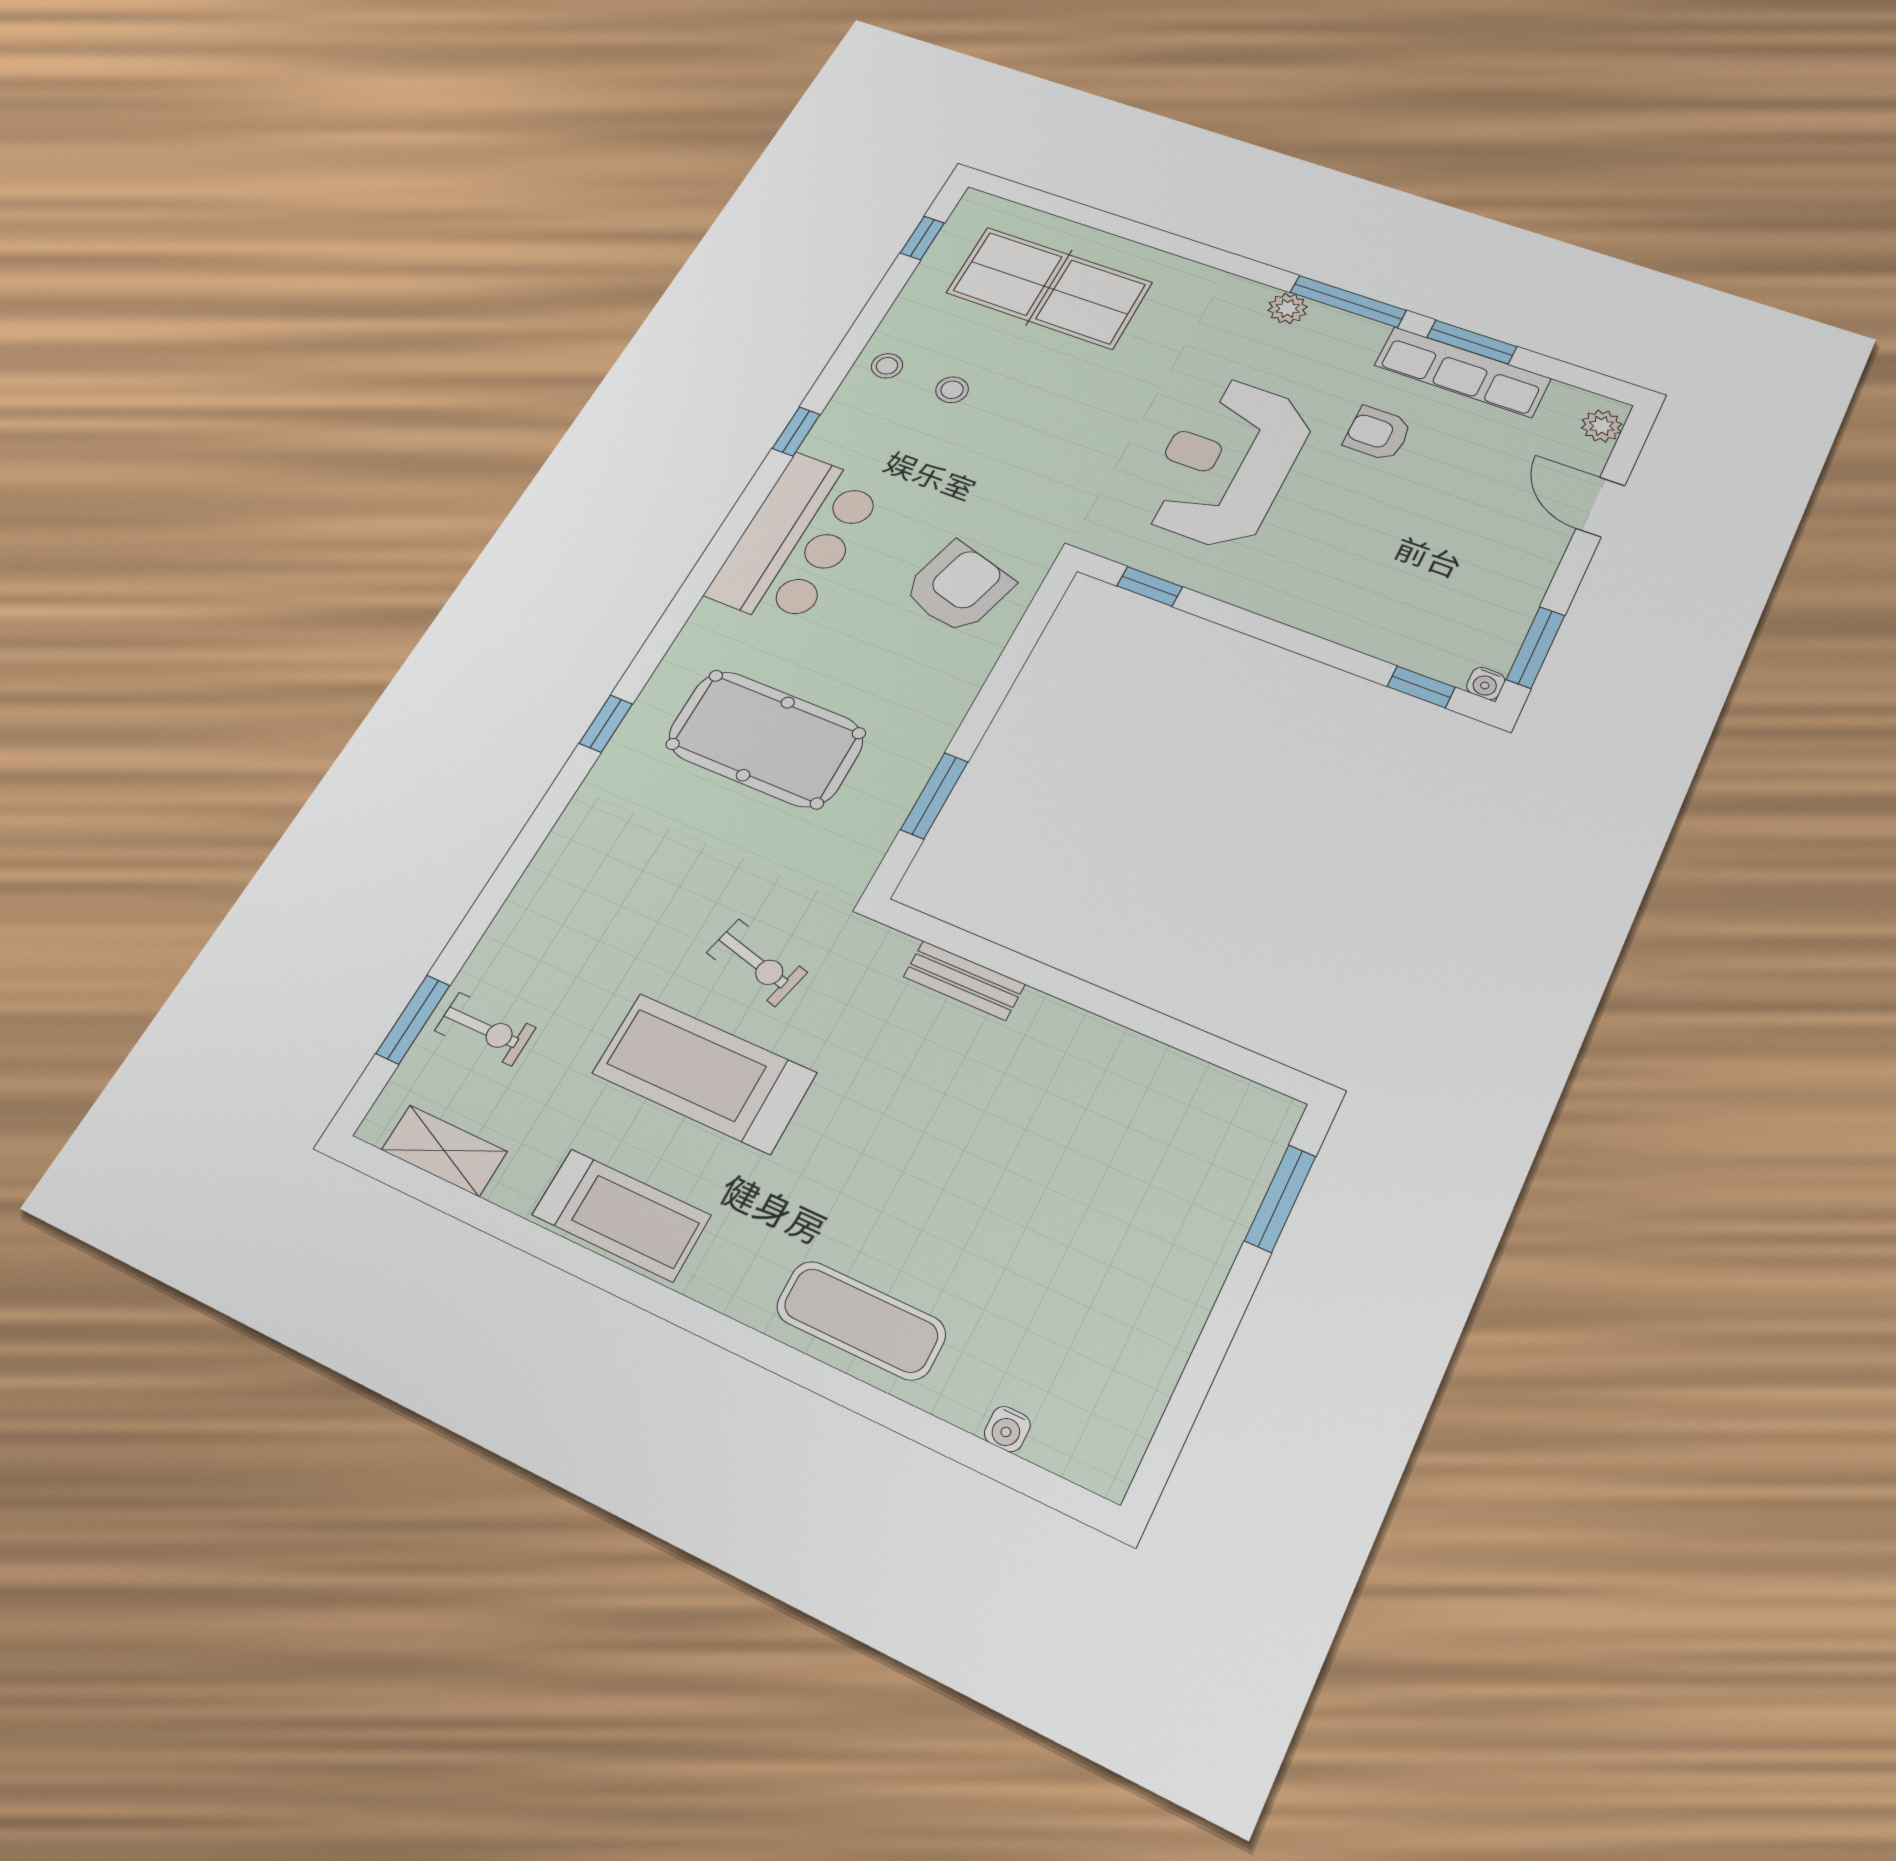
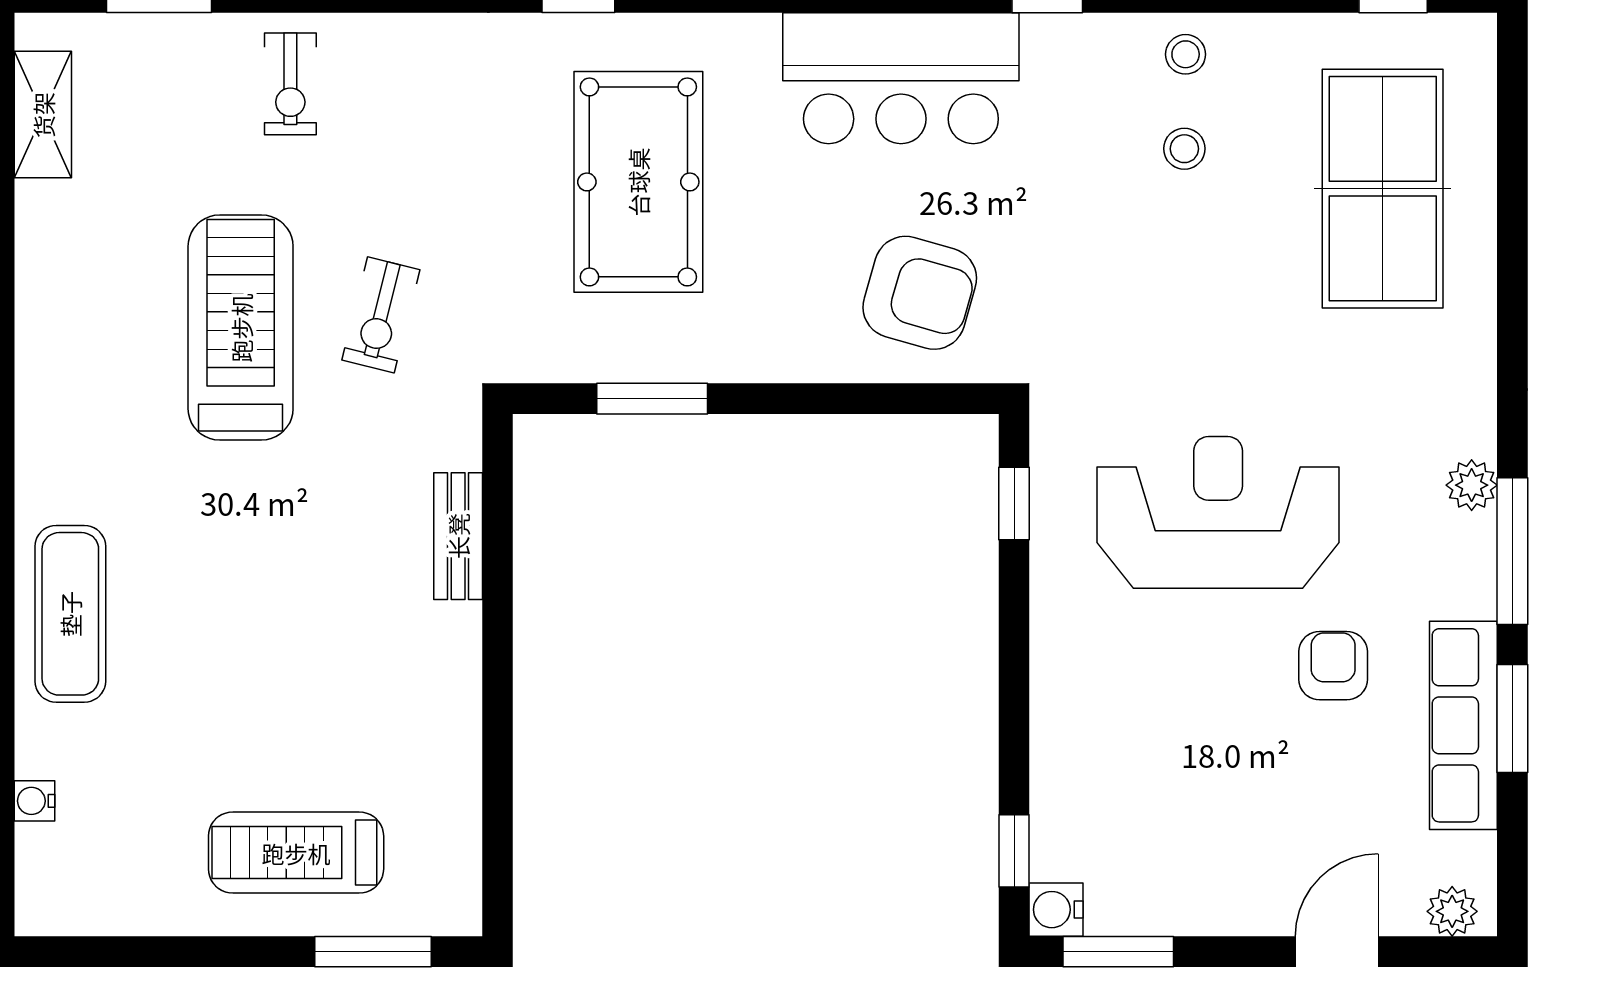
water cooler: (1486, 683) -> (1056, 910), width x1.38, depth x1.38
exercise bike: (485, 1029) -> (290, 84), moved
treadmill: (621, 1215) -> (296, 853), moved, turned 90

